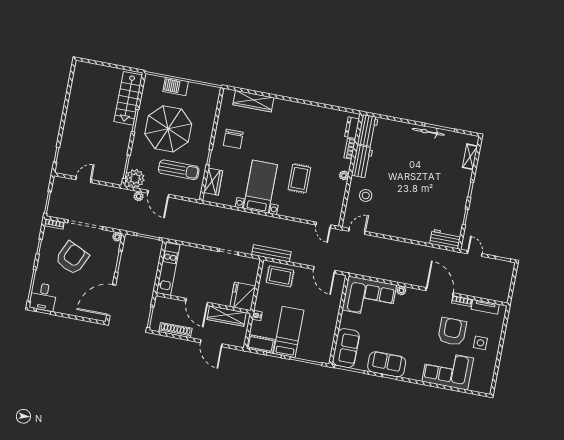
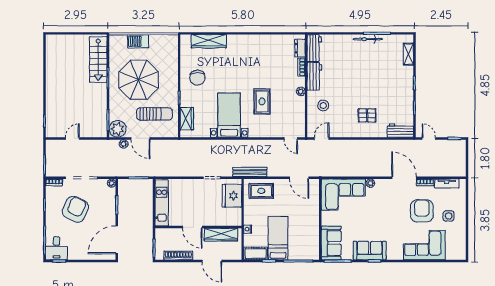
pallet: (412, 215) -> (367, 115), added
fridge: (243, 296) -> (232, 196), moved

